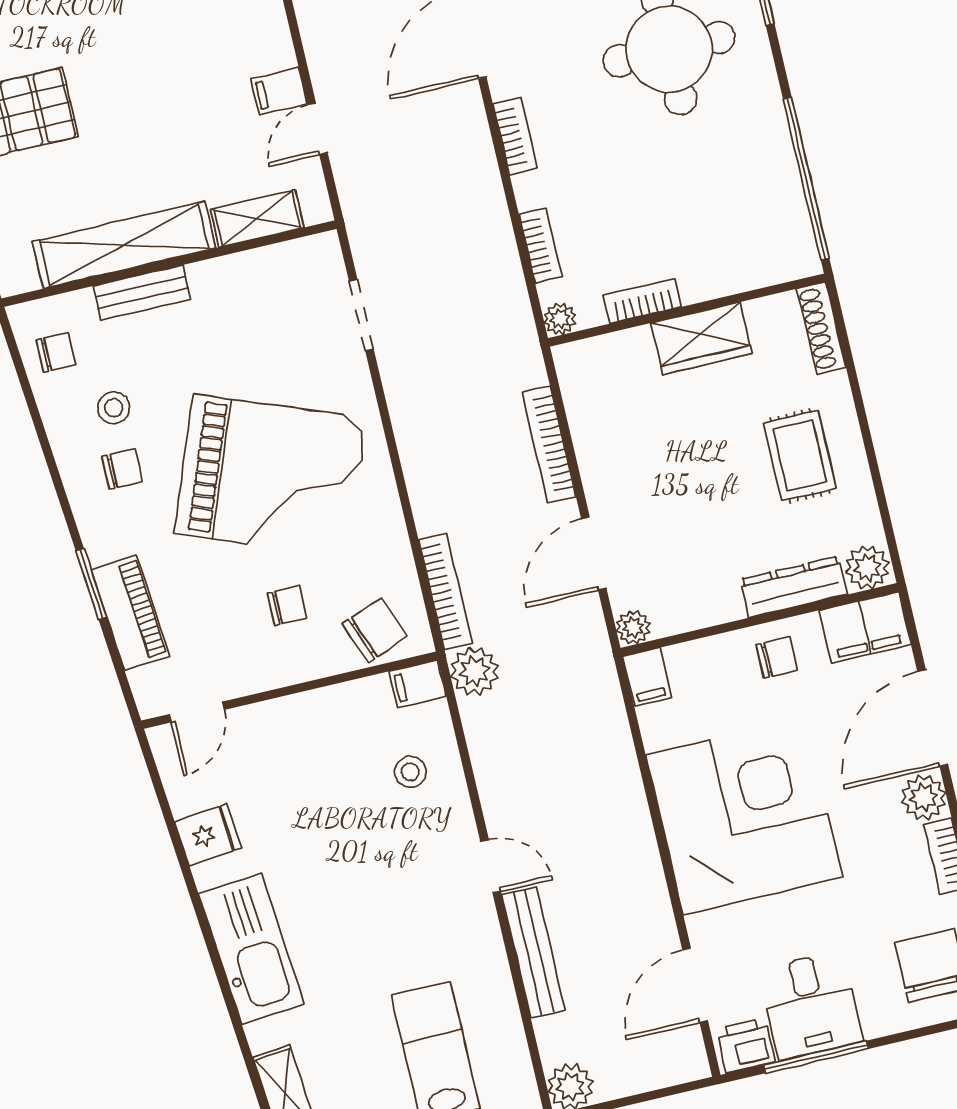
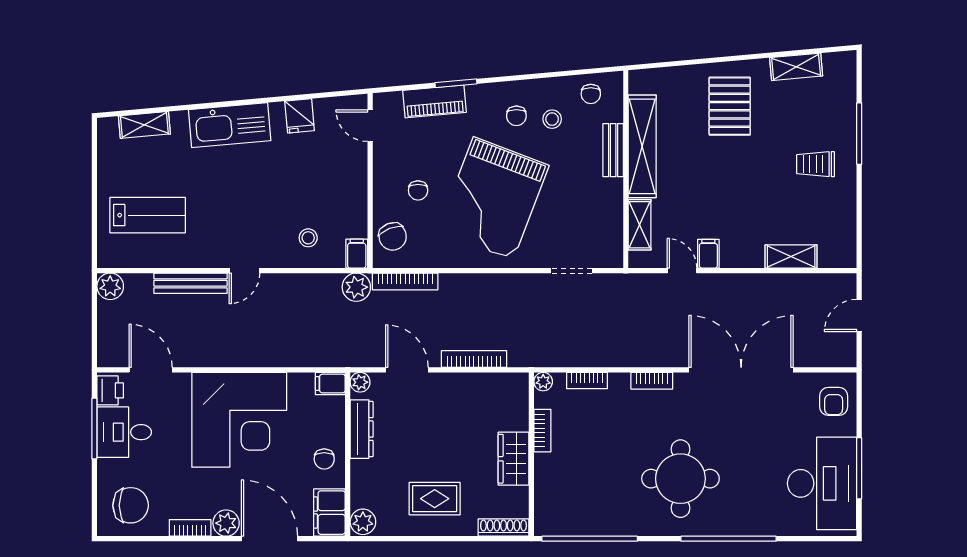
dresser: (794, 587) -> (362, 429), moved

